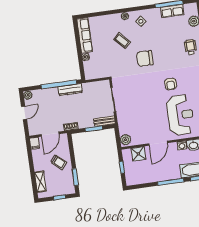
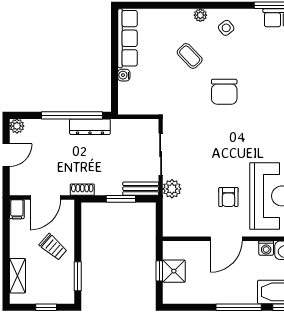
chair: (145, 58) -> (224, 92), turned -90
armchair: (171, 84) -> (228, 197), moved
plant: (126, 140) -> (172, 189), moved
shower: (138, 154) -> (174, 271), moved

